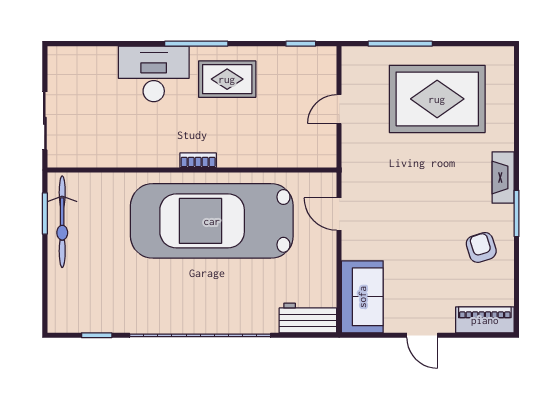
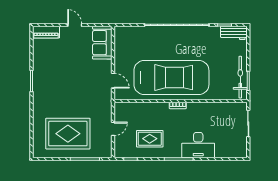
rug: (227, 79) -> (150, 139), moved
fireplace: (503, 177) -> (38, 98), removed
armchair: (481, 247) -> (48, 65), removed
workbench: (308, 318) -> (234, 33), moved

